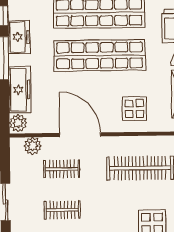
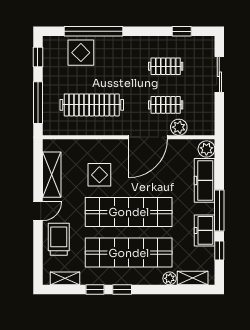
display table: (134, 109) -> (99, 175), moved
door: (80, 135) -> (148, 137), hinge flipped
plant: (33, 146) -> (179, 127), moved

